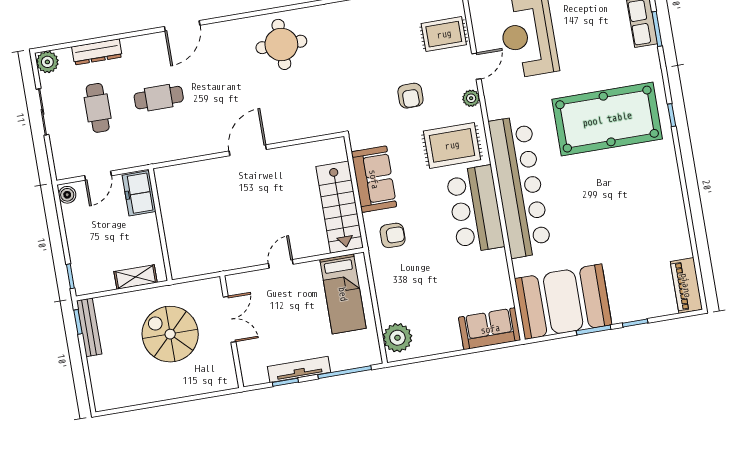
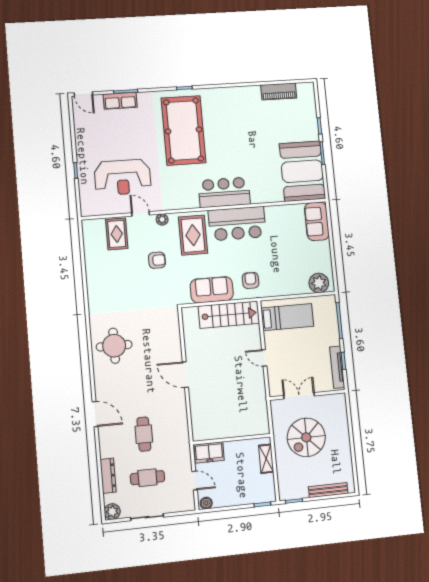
bar counter: (520, 187) -> (224, 192), width x0.54
piano: (686, 285) -> (279, 91), moved
bench: (89, 327) -> (328, 490), moved
tv unit: (299, 369) -> (337, 367), moved

